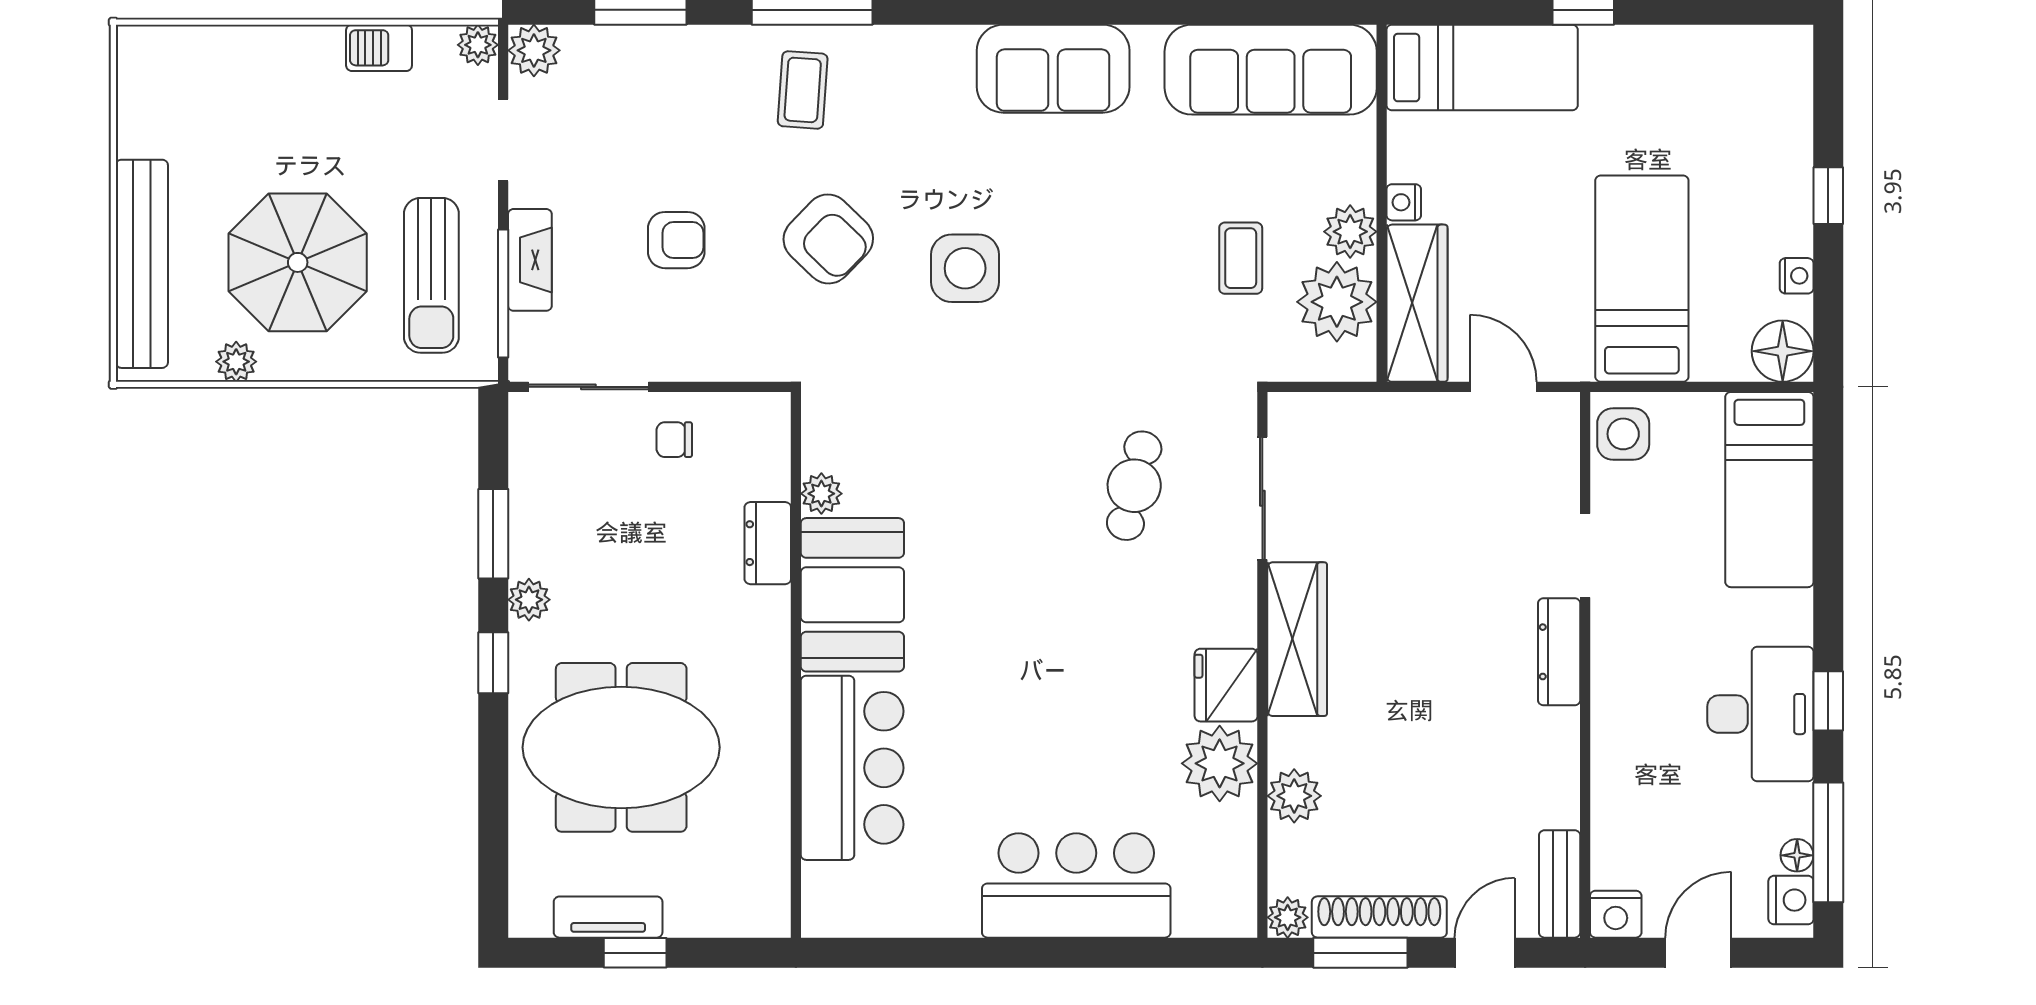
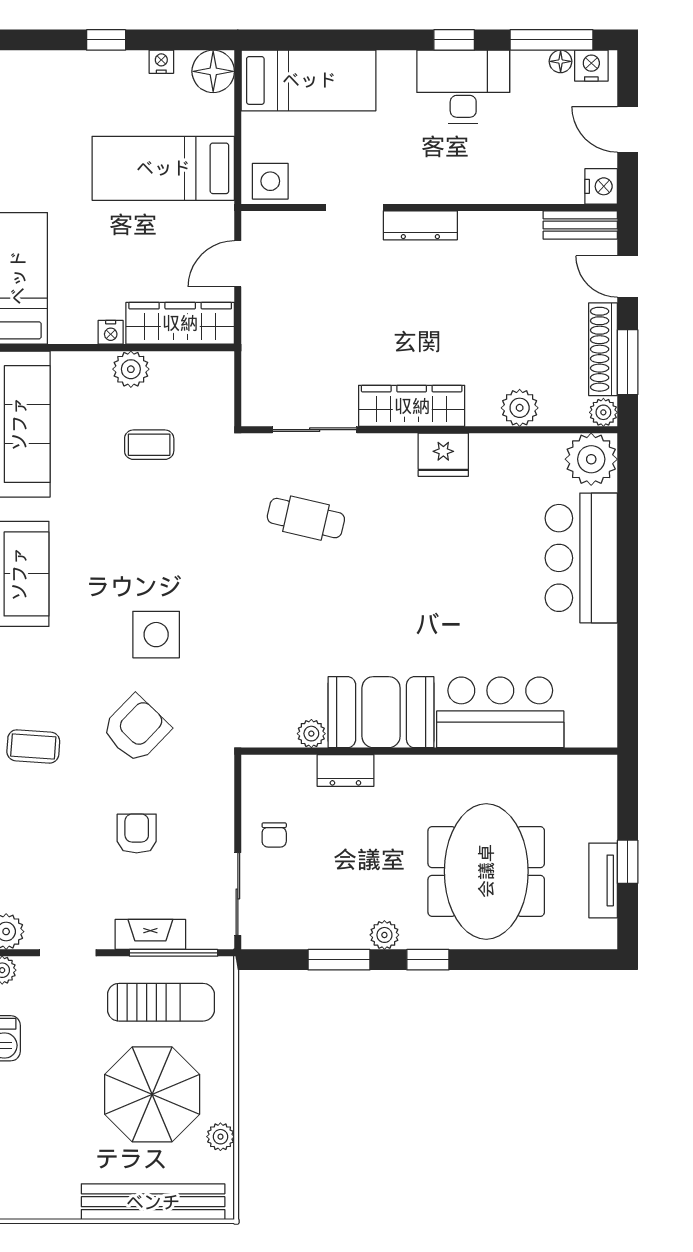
plant: (1337, 302) -> (179, 378), removed
plant: (1220, 763) -> (591, 459), moved

